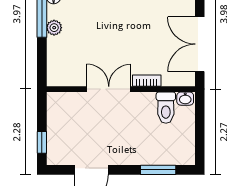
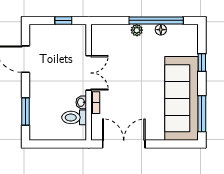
washbasin: (185, 99) -> (81, 102), moved
window: (42, 142) -> (63, 20), moved

